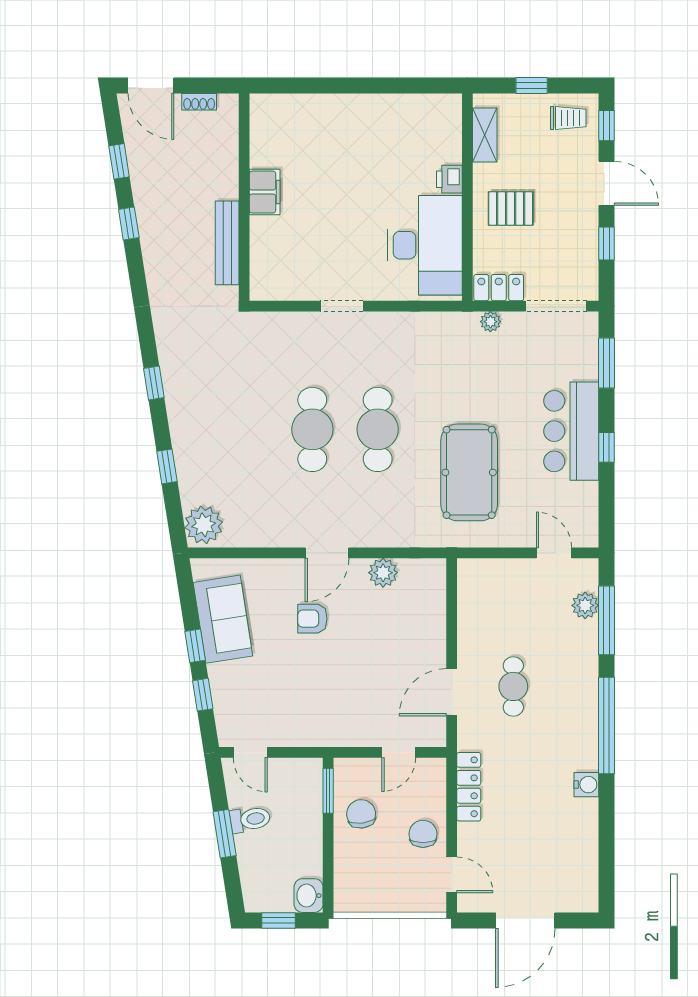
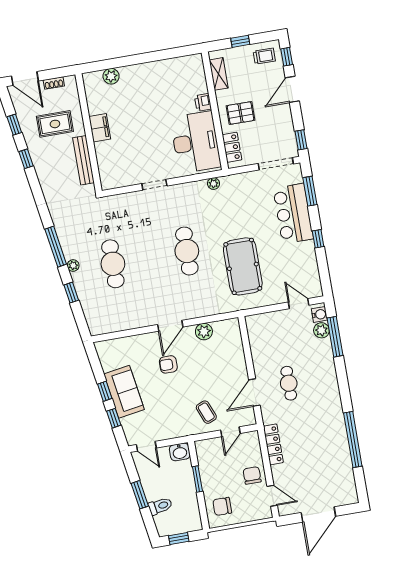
plant: (299, 107) -> (111, 76), added
rug: (189, 172) -> (55, 124), added
door: (607, 183) -> (292, 89), swing flipped
window: (607, 243) -> (301, 140), moved
locker: (499, 288) -> (232, 147), moved, turned 90
plant: (490, 322) -> (214, 184), moved
window: (154, 383) -> (56, 247), width x2.17
cafe table: (312, 429) -> (113, 264), moved
bar counter: (571, 431) -> (293, 214), moved
plant: (204, 525) -> (73, 266), moved, width x0.53, depth x0.53
sofa: (223, 619) -> (124, 392), moved
coffee table: (363, 712) -> (206, 412), added
window: (607, 725) -> (353, 440), moved
water cooler: (586, 785) -> (319, 314), moved
window: (328, 791) -> (197, 479), moved
chair: (361, 814) -> (222, 506), moved, turned -83
toilet: (250, 819) -> (160, 506), moved
washbasin: (309, 896) -> (180, 452), moved, turned -90

